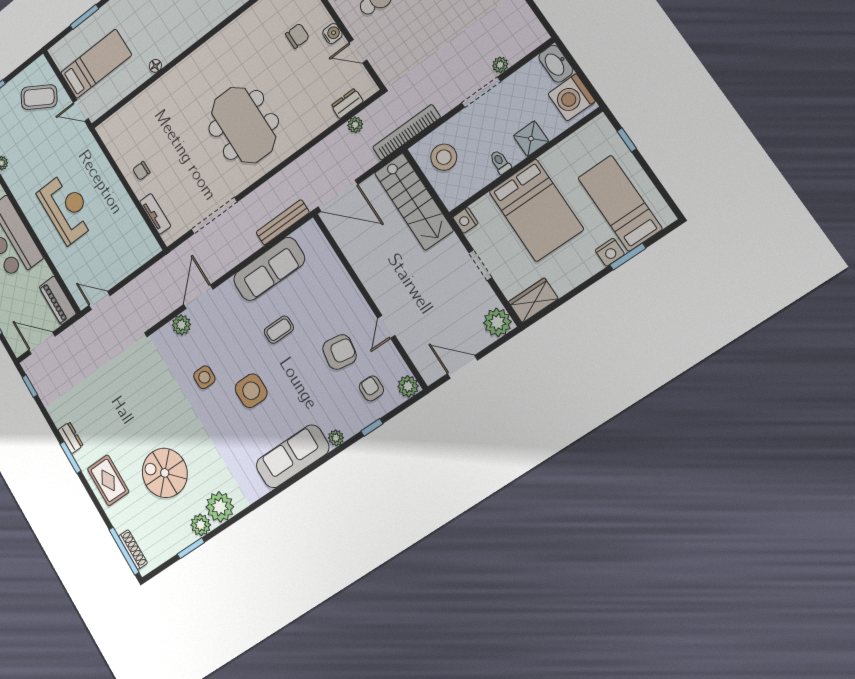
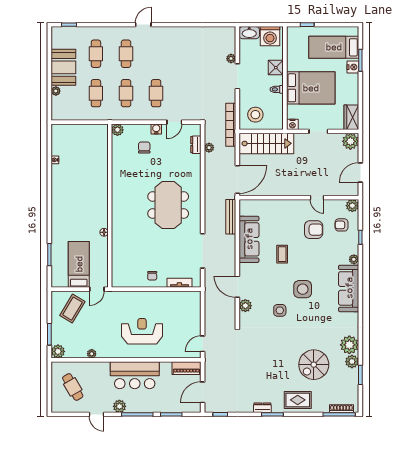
meeting table: (243, 125) -> (168, 205), turned 90
armchair: (339, 352) -> (314, 230), turned 81

